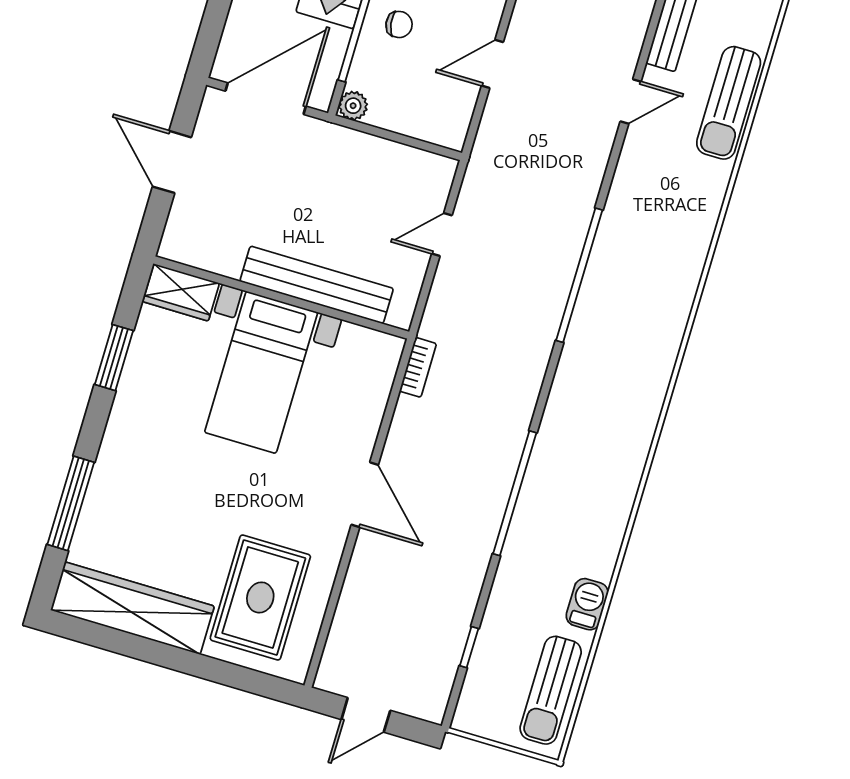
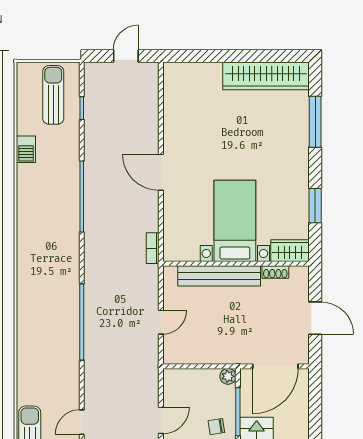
shoe rack: (217, 263) -> (275, 272), added
rug: (260, 597) -> (200, 102), removed
sun lounger: (551, 690) -> (53, 95), moved

